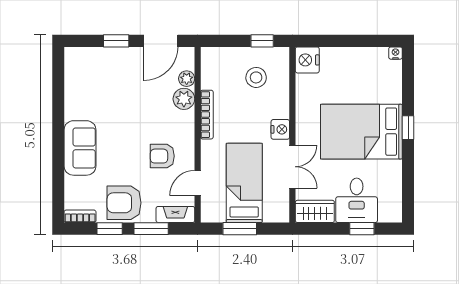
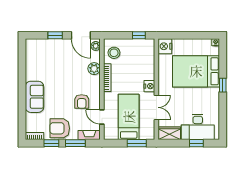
door: (161, 41) -> (81, 35), hinge flipped
stool: (256, 77) -> (114, 53), moved
plant: (187, 79) -> (96, 46), moved
bed: (361, 132) -> (196, 71), moved
armchair: (162, 156) -> (82, 101), turned -90
door: (198, 183) -> (102, 117), hinge flipped
desk: (357, 200) -> (198, 127), width x1.37
window: (240, 229) -> (137, 143), moved

